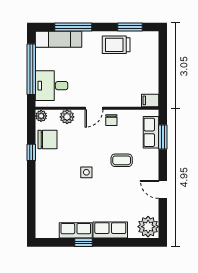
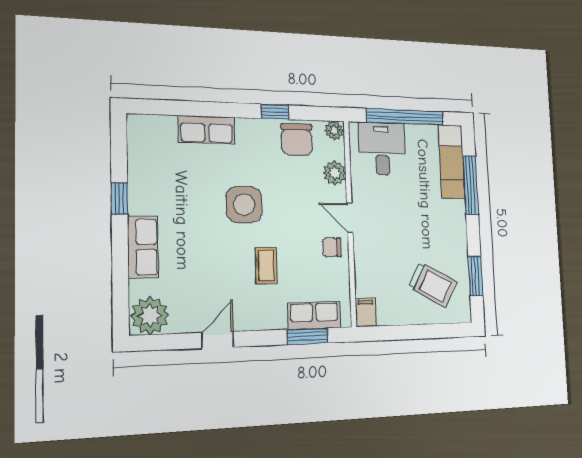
trolley: (116, 45) -> (433, 285), moved, turned 119
side table: (86, 172) -> (244, 205), width x1.87, depth x1.87
row of seats: (76, 230) -> (207, 130), moved, turned 90

